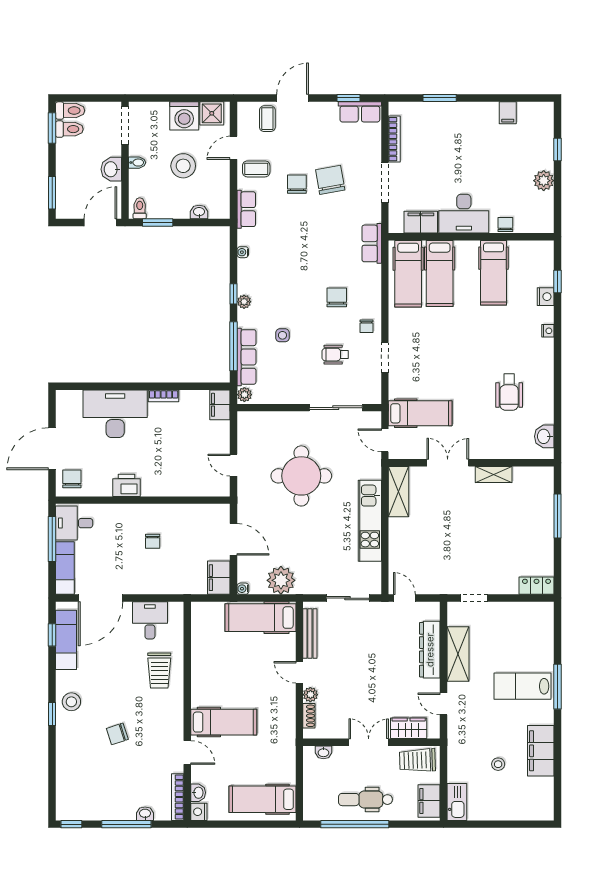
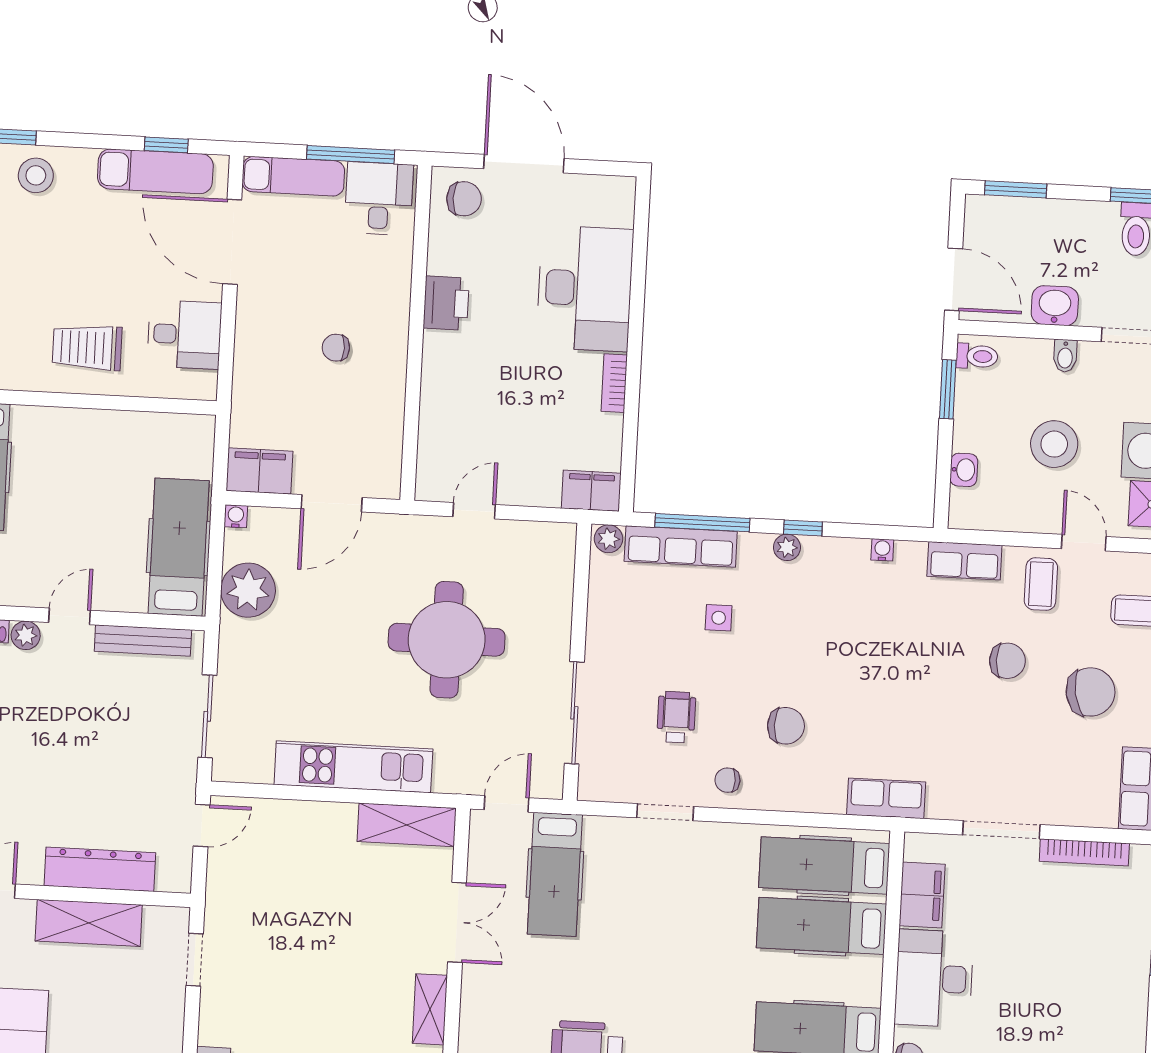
chair: (330, 180) -> (1090, 692), moved

